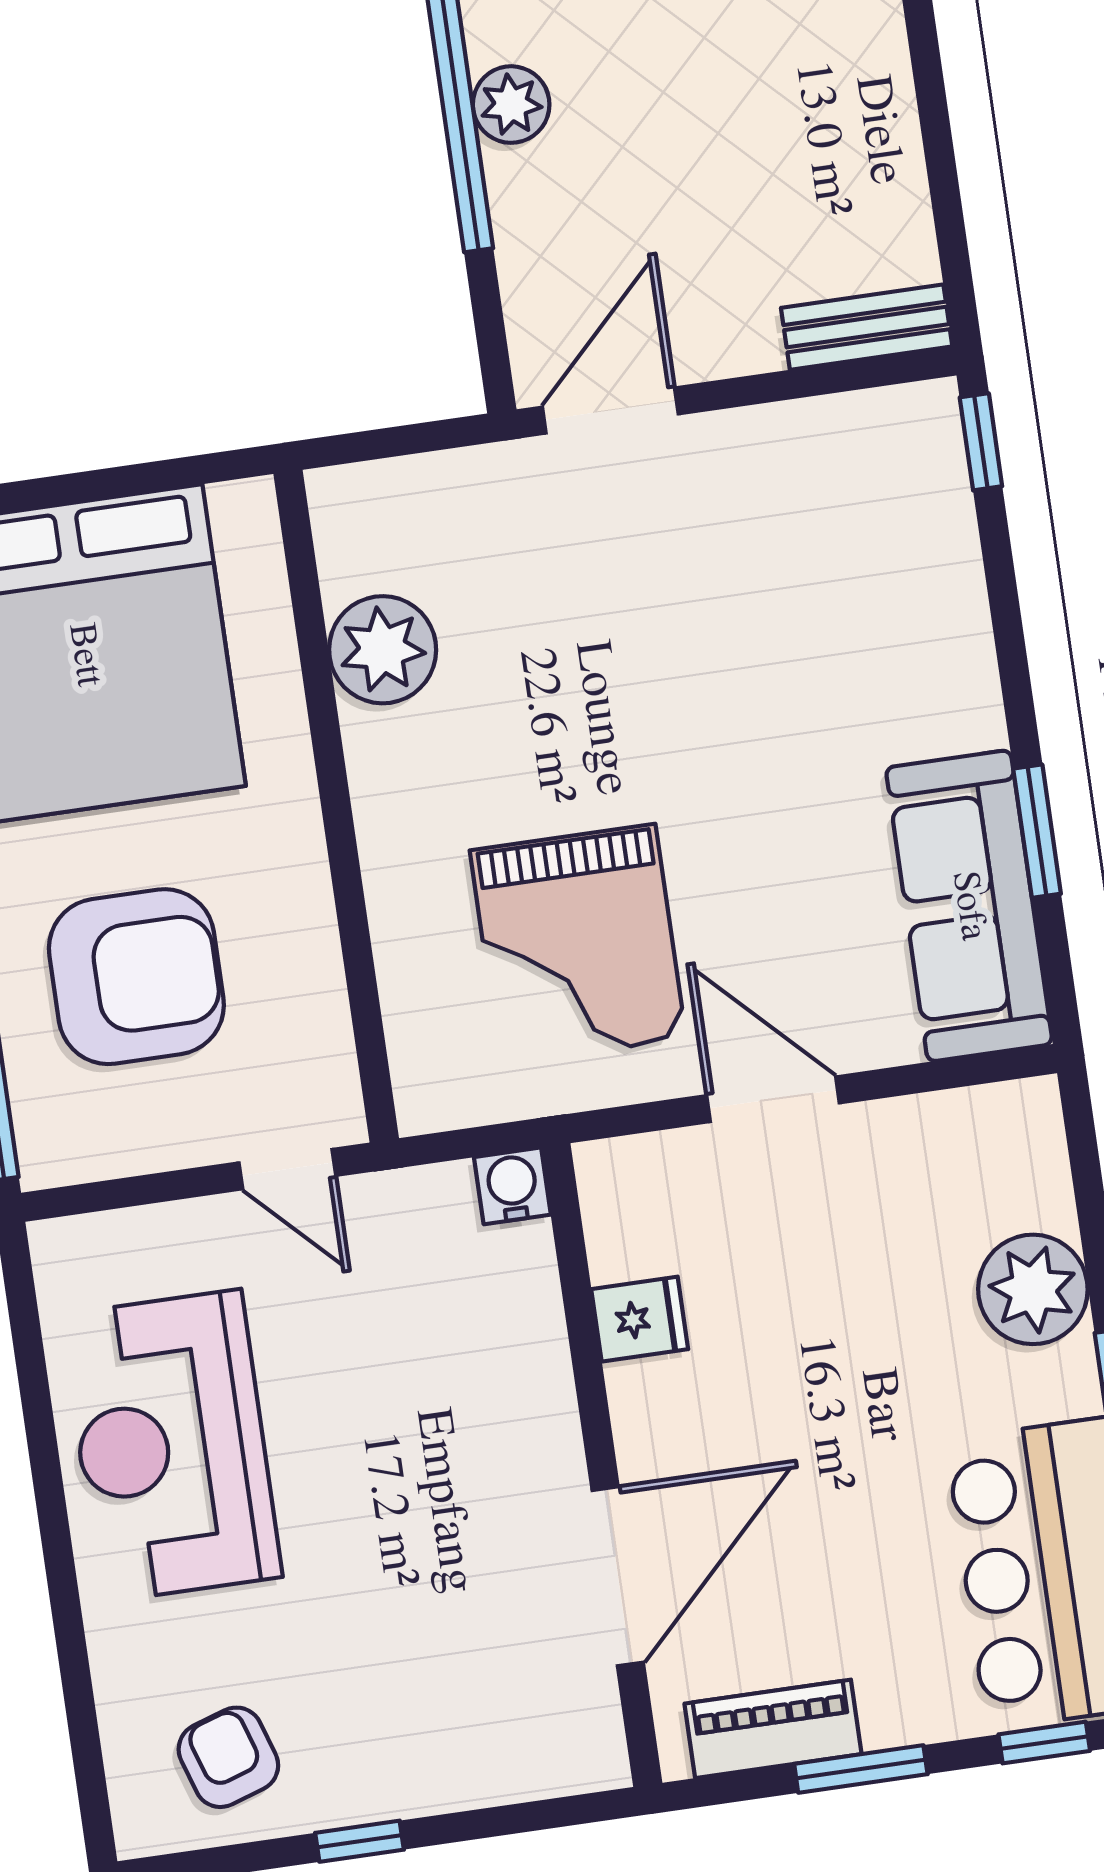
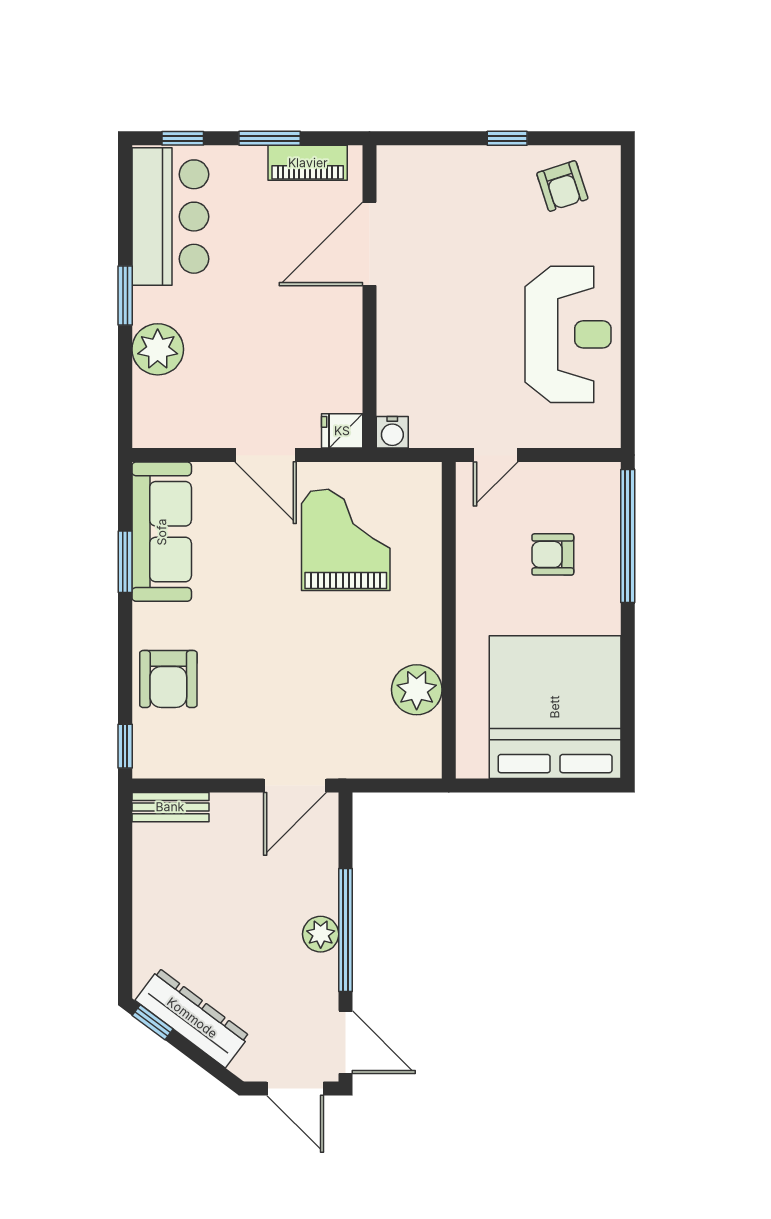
armchair: (910, 597) -> (168, 679), added
armchair: (136, 977) -> (553, 554), width x0.53, depth x0.53
door: (287, 1169) -> (496, 455), swing flipped
fridge: (640, 1319) -> (342, 431), moved

